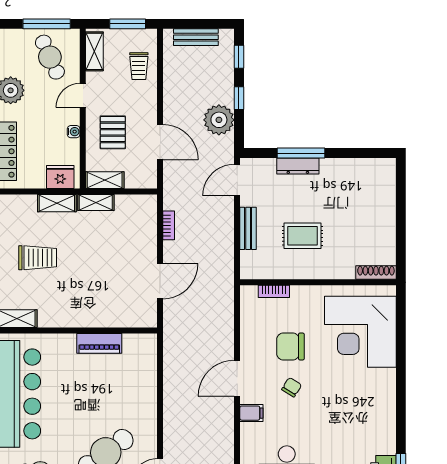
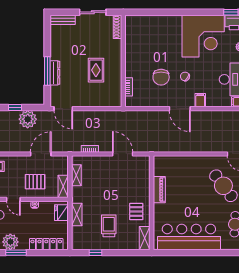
shelving: (96, 203) -> (76, 175), moved
bench: (248, 228) -> (63, 20), moved
sliding door: (401, 230) -> (93, 12), added
pallet: (62, 304) -> (136, 212), added
corner desk: (360, 332) -> (203, 36), moved

